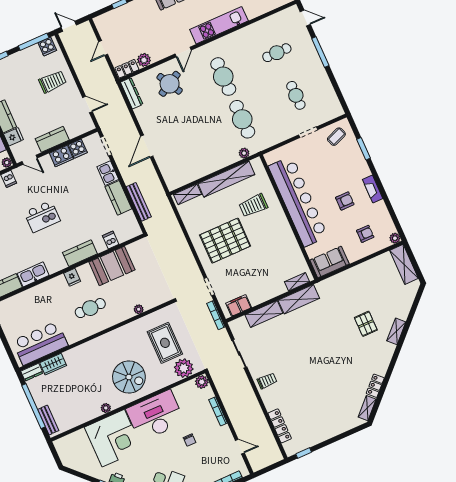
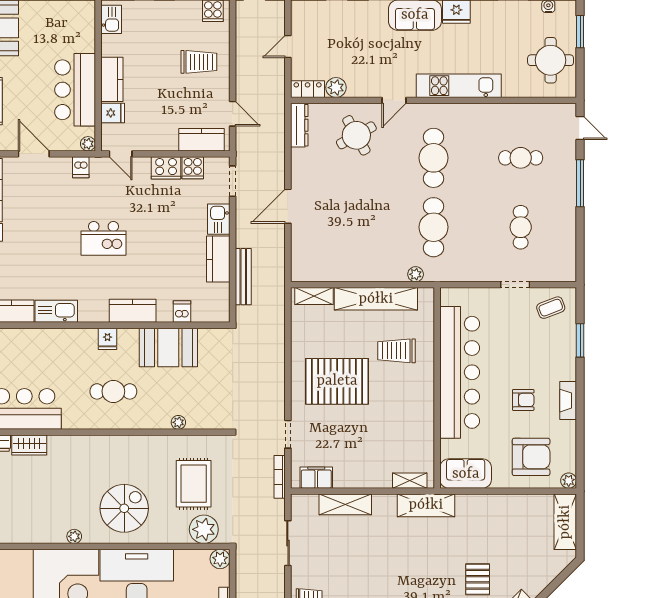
kitchen counter: (52, 139) -> (201, 140), moved
armchair: (365, 234) -> (531, 457), width x1.88, depth x1.88
shelving: (299, 299) -> (426, 505), moved
spiral stairs: (129, 377) -> (124, 508), turned -90

